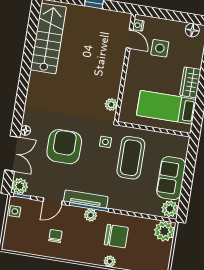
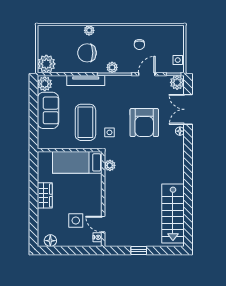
bed: (166, 107) -> (77, 162), moved, turned 180
tv unit: (86, 199) -> (86, 81), moved

